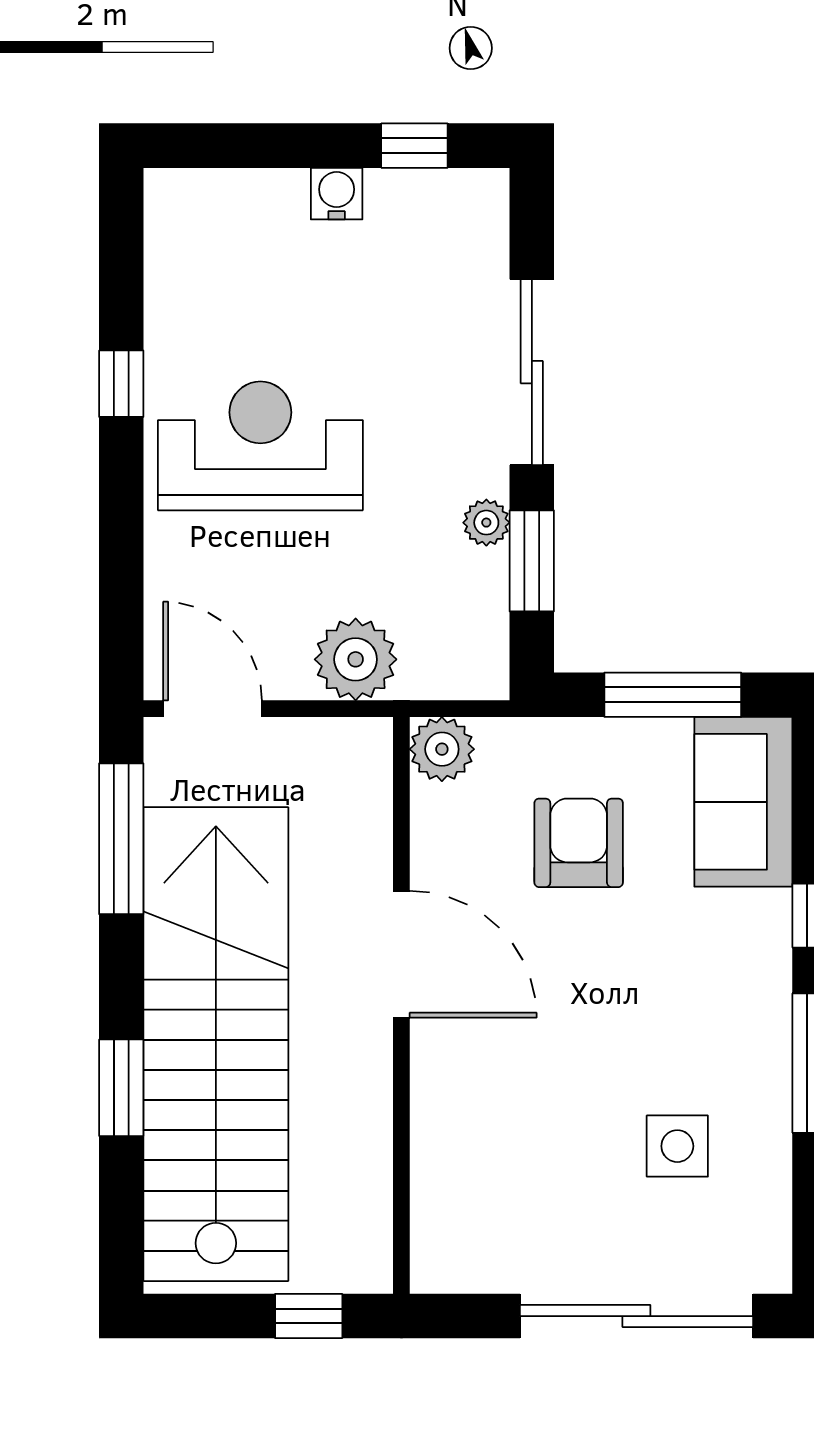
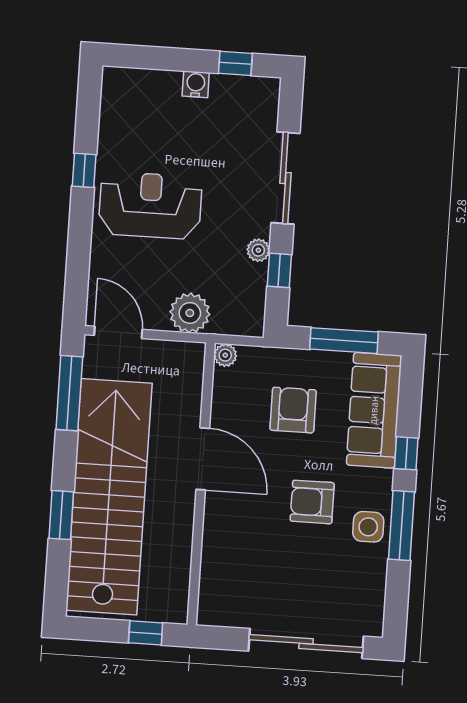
window: (532, 561) -> (279, 270), width x0.67
plant: (442, 749) -> (225, 355), width x0.73, depth x0.73
sofa: (743, 802) -> (374, 410), width x1.36
armchair: (630, 1027) -> (312, 502), added
side table: (677, 1146) -> (368, 527), moved

